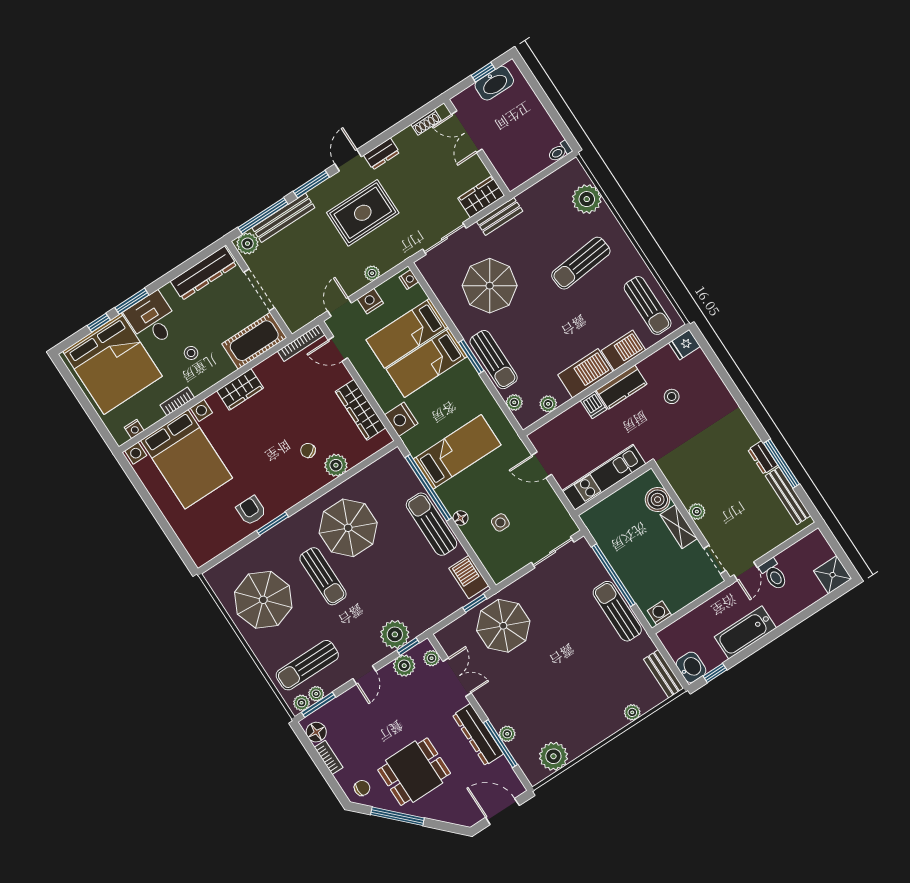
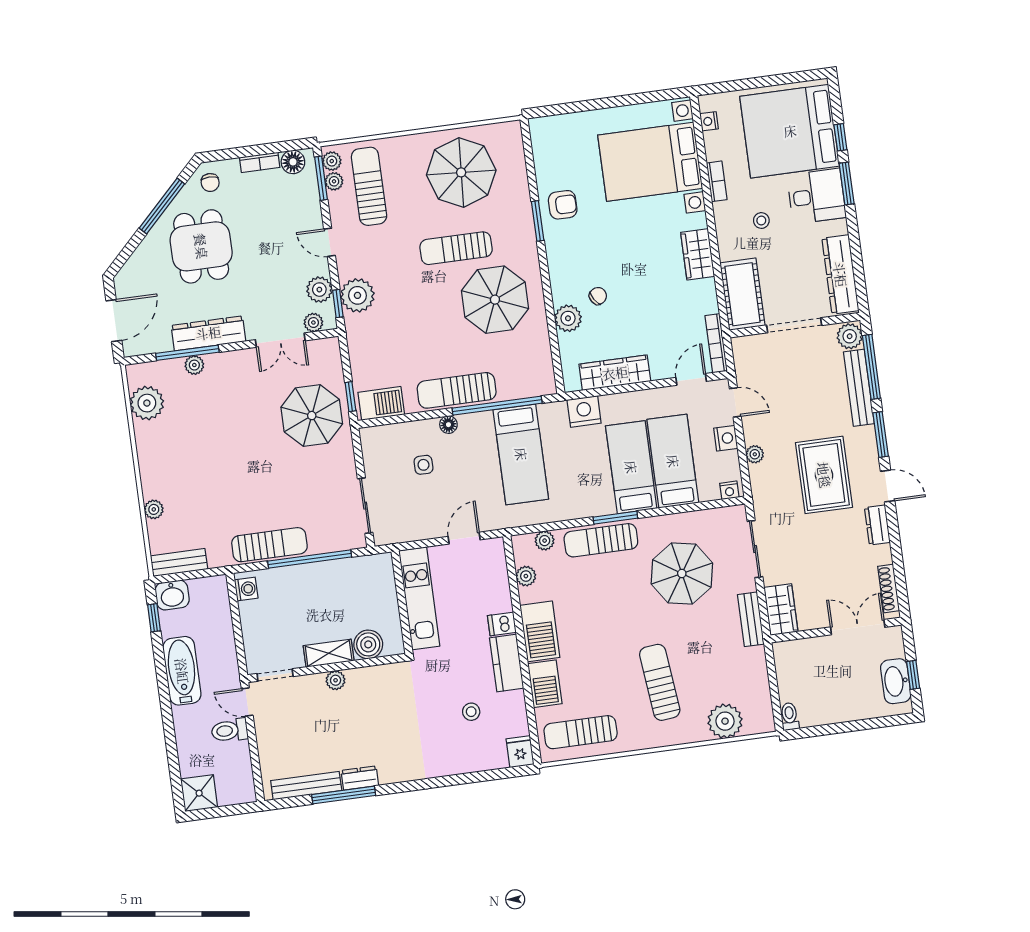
shoe rack: (426, 122) -> (889, 589), width x1.43
sun lounger: (431, 524) -> (457, 390), turned 180

